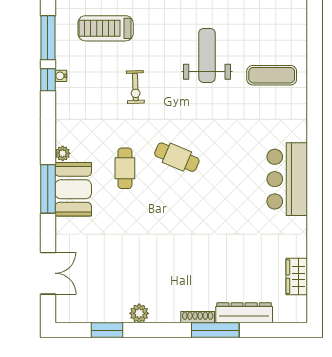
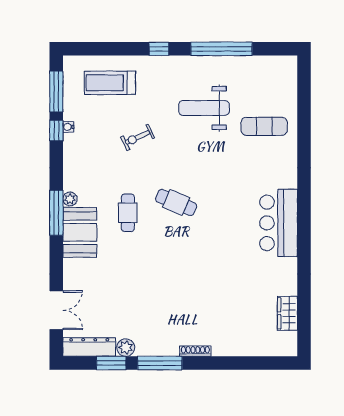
weight bench: (207, 55) -> (204, 108), turned -90
exercise bike: (135, 87) -> (138, 137), turned 67
window: (48, 189) -> (56, 213), moved
plant: (139, 313) -> (126, 347), moved
dresser: (244, 313) -> (89, 347), moved
window: (215, 330) -> (160, 363), moved

